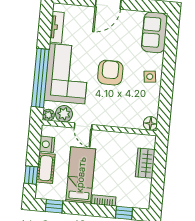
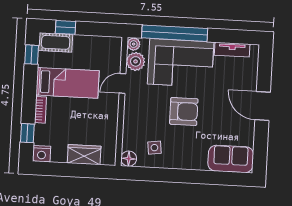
side table: (150, 77) -> (154, 148), moved
nightstand: (47, 144) -> (42, 154), moved, turned 180
cot: (46, 168) -> (56, 42), moved

